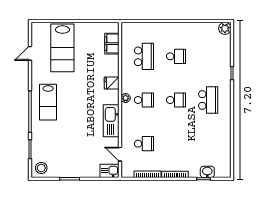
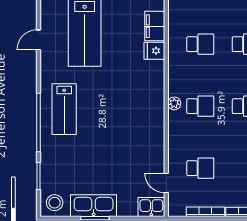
school desk: (144, 56) -> (200, 44), width x0.54
fridge: (112, 83) -> (154, 51), moved
kitchen sink: (111, 121) -> (94, 206), moved, turned 90

